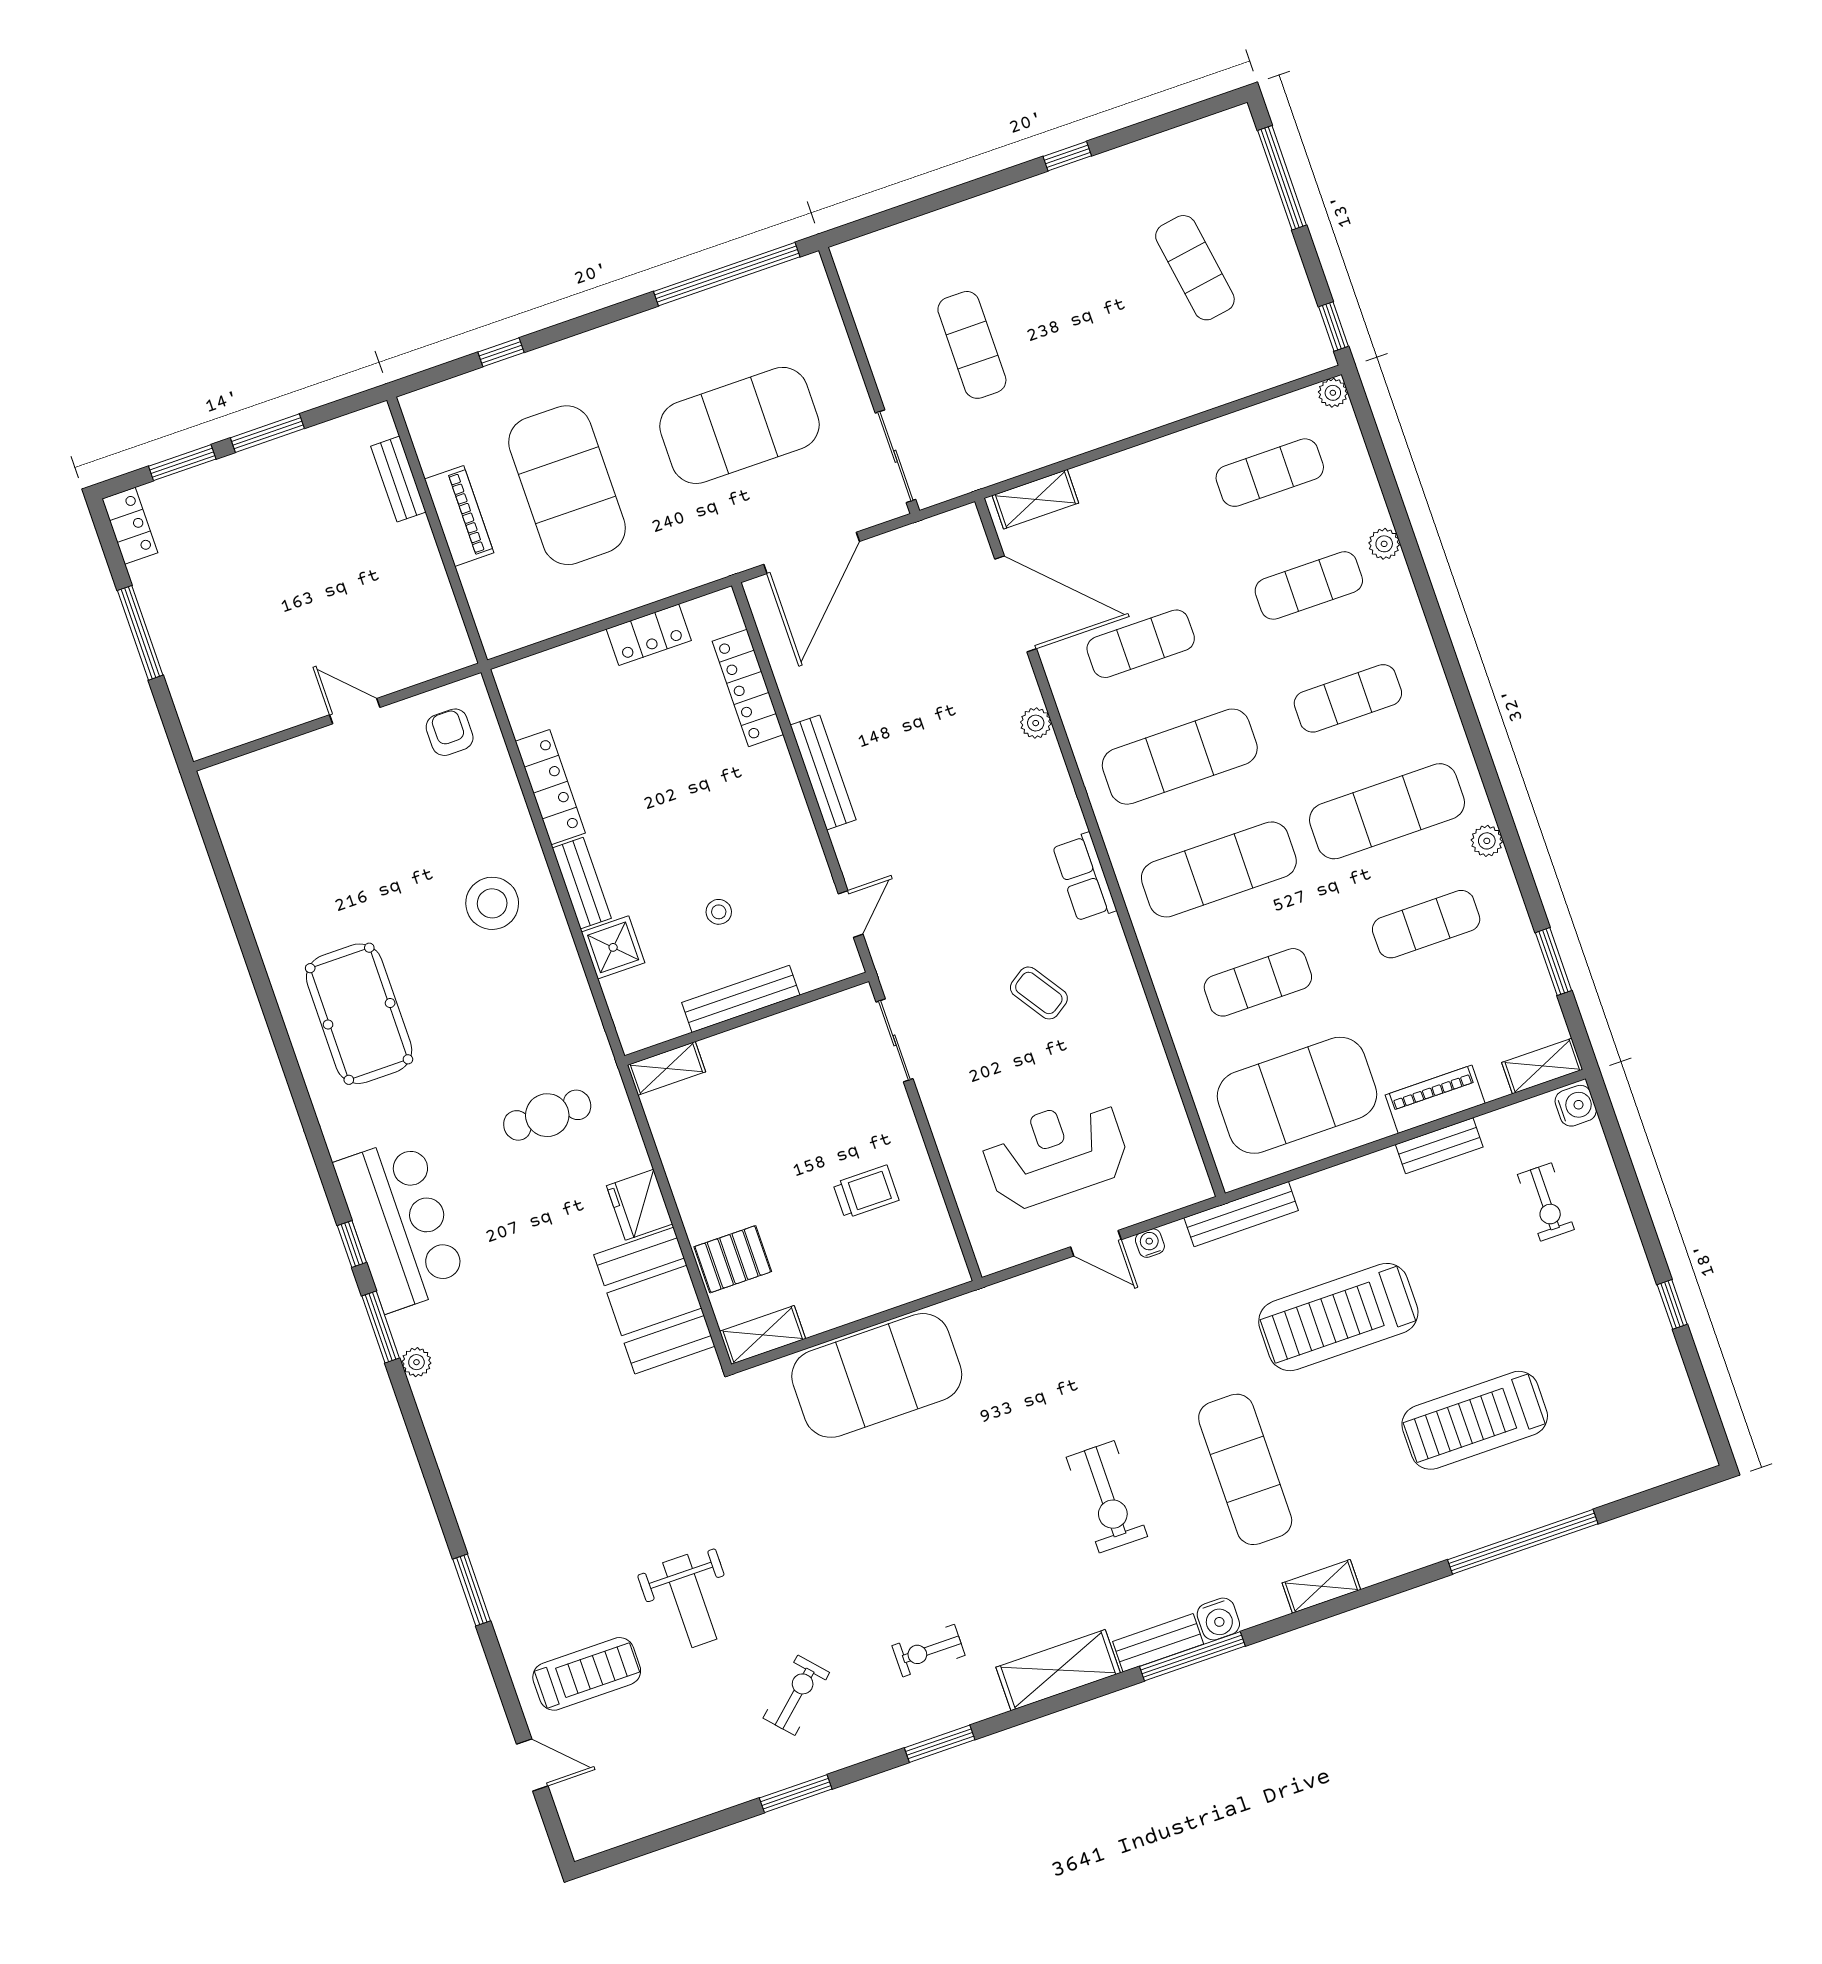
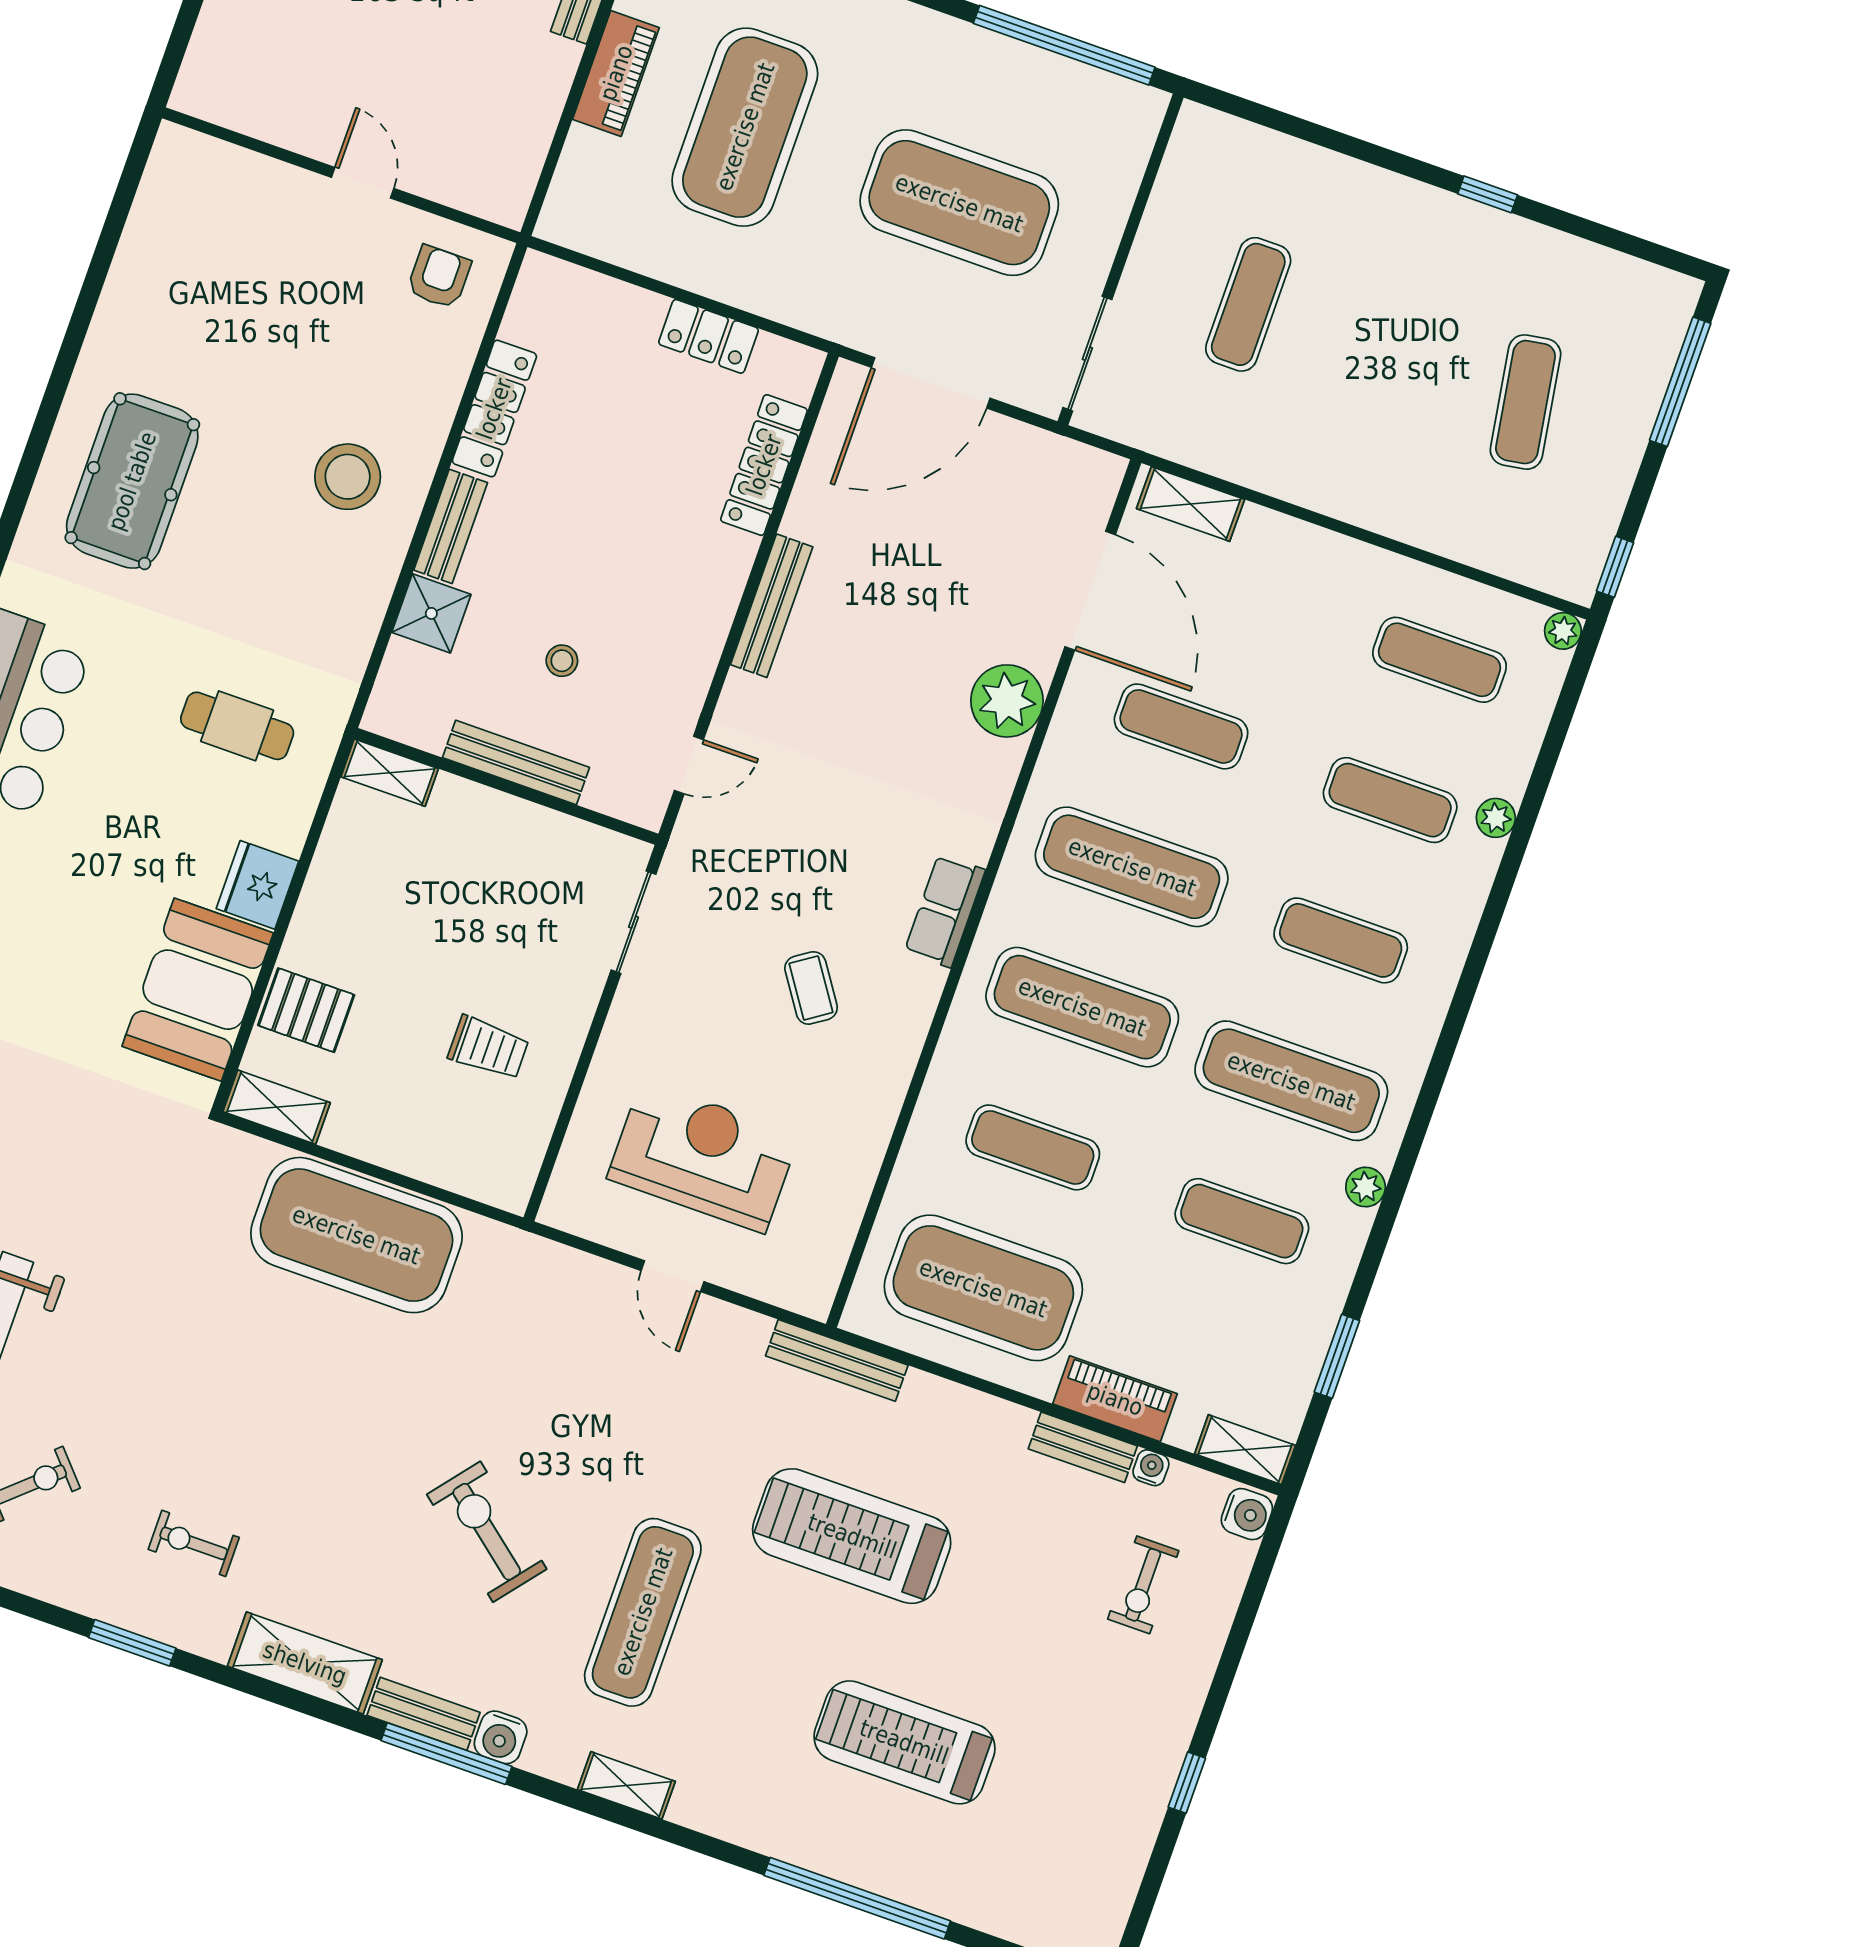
plant: (1036, 723) -> (1007, 701), width x1.87, depth x1.87
water cooler: (1150, 1243) -> (1151, 1468), moved
exercise bike: (1107, 1497) -> (487, 1532), turned 129

